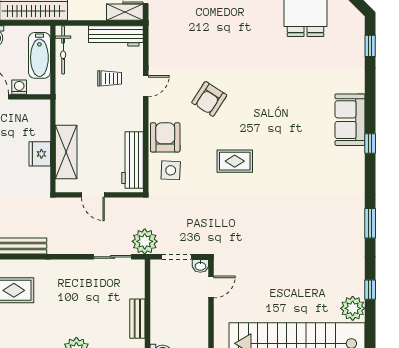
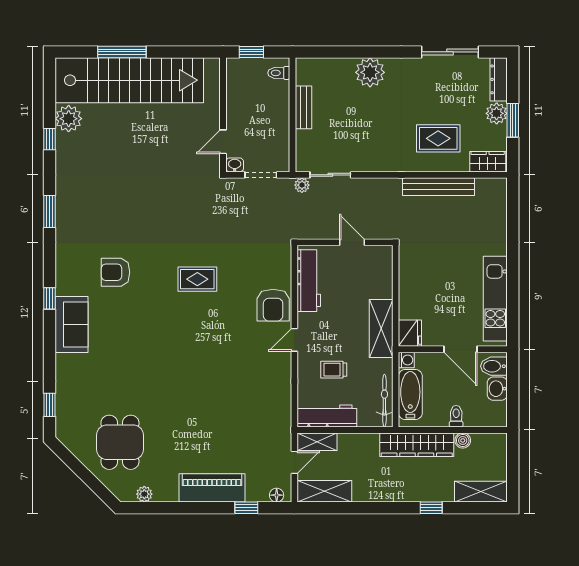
door: (146, 86) -> (294, 340), moved
washing machine: (19, 87) -> (406, 360), moved, turned -90
armchair: (209, 99) -> (115, 272), moved, turned -123
shelving: (66, 152) -> (381, 329), moved
fridge: (40, 154) -> (410, 333), moved
side table: (171, 170) -> (267, 269), removed
plant: (145, 241) -> (302, 185), width x0.53, depth x0.53

